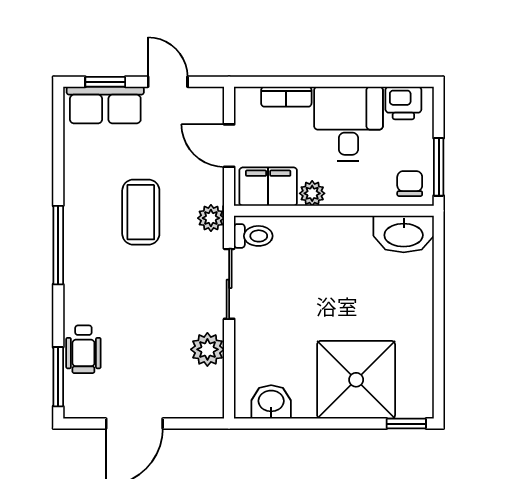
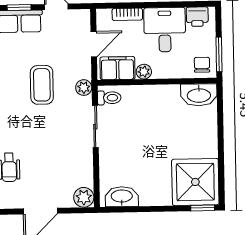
door: (229, 146) -> (94, 44), swing flipped
plant: (207, 349) -> (84, 197), moved
shower: (356, 380) -> (195, 182), moved
washbasin: (271, 402) -> (122, 197), width x1.38

